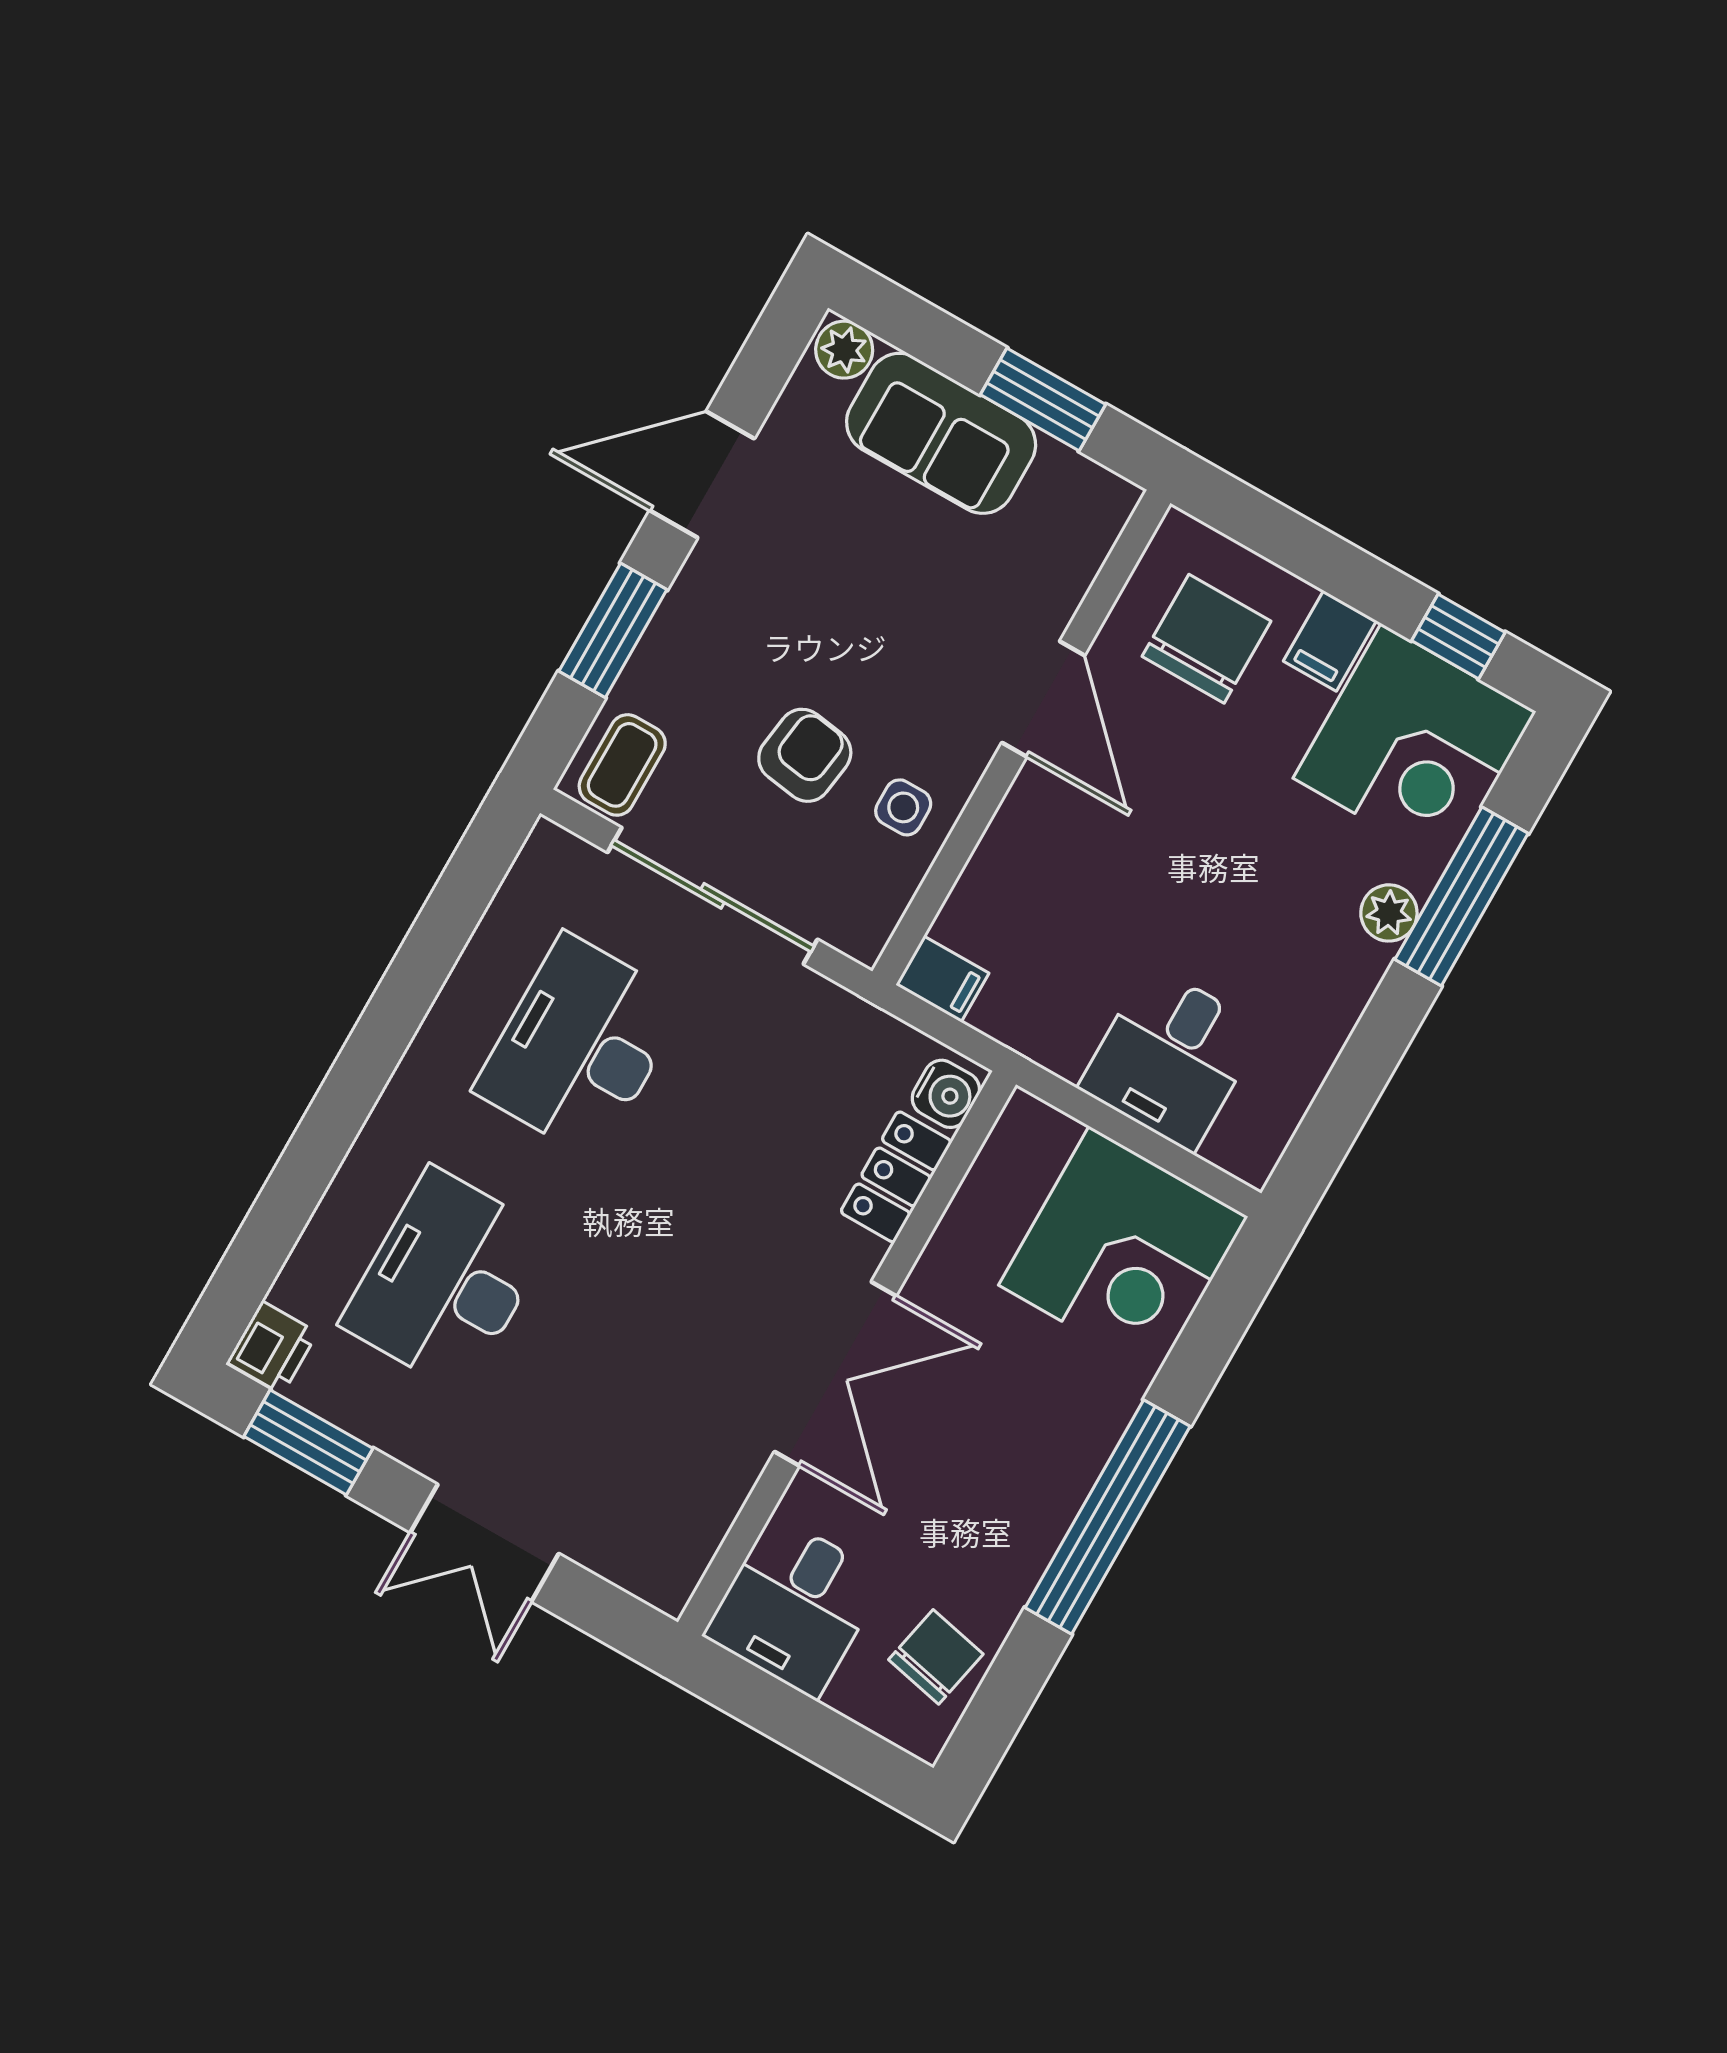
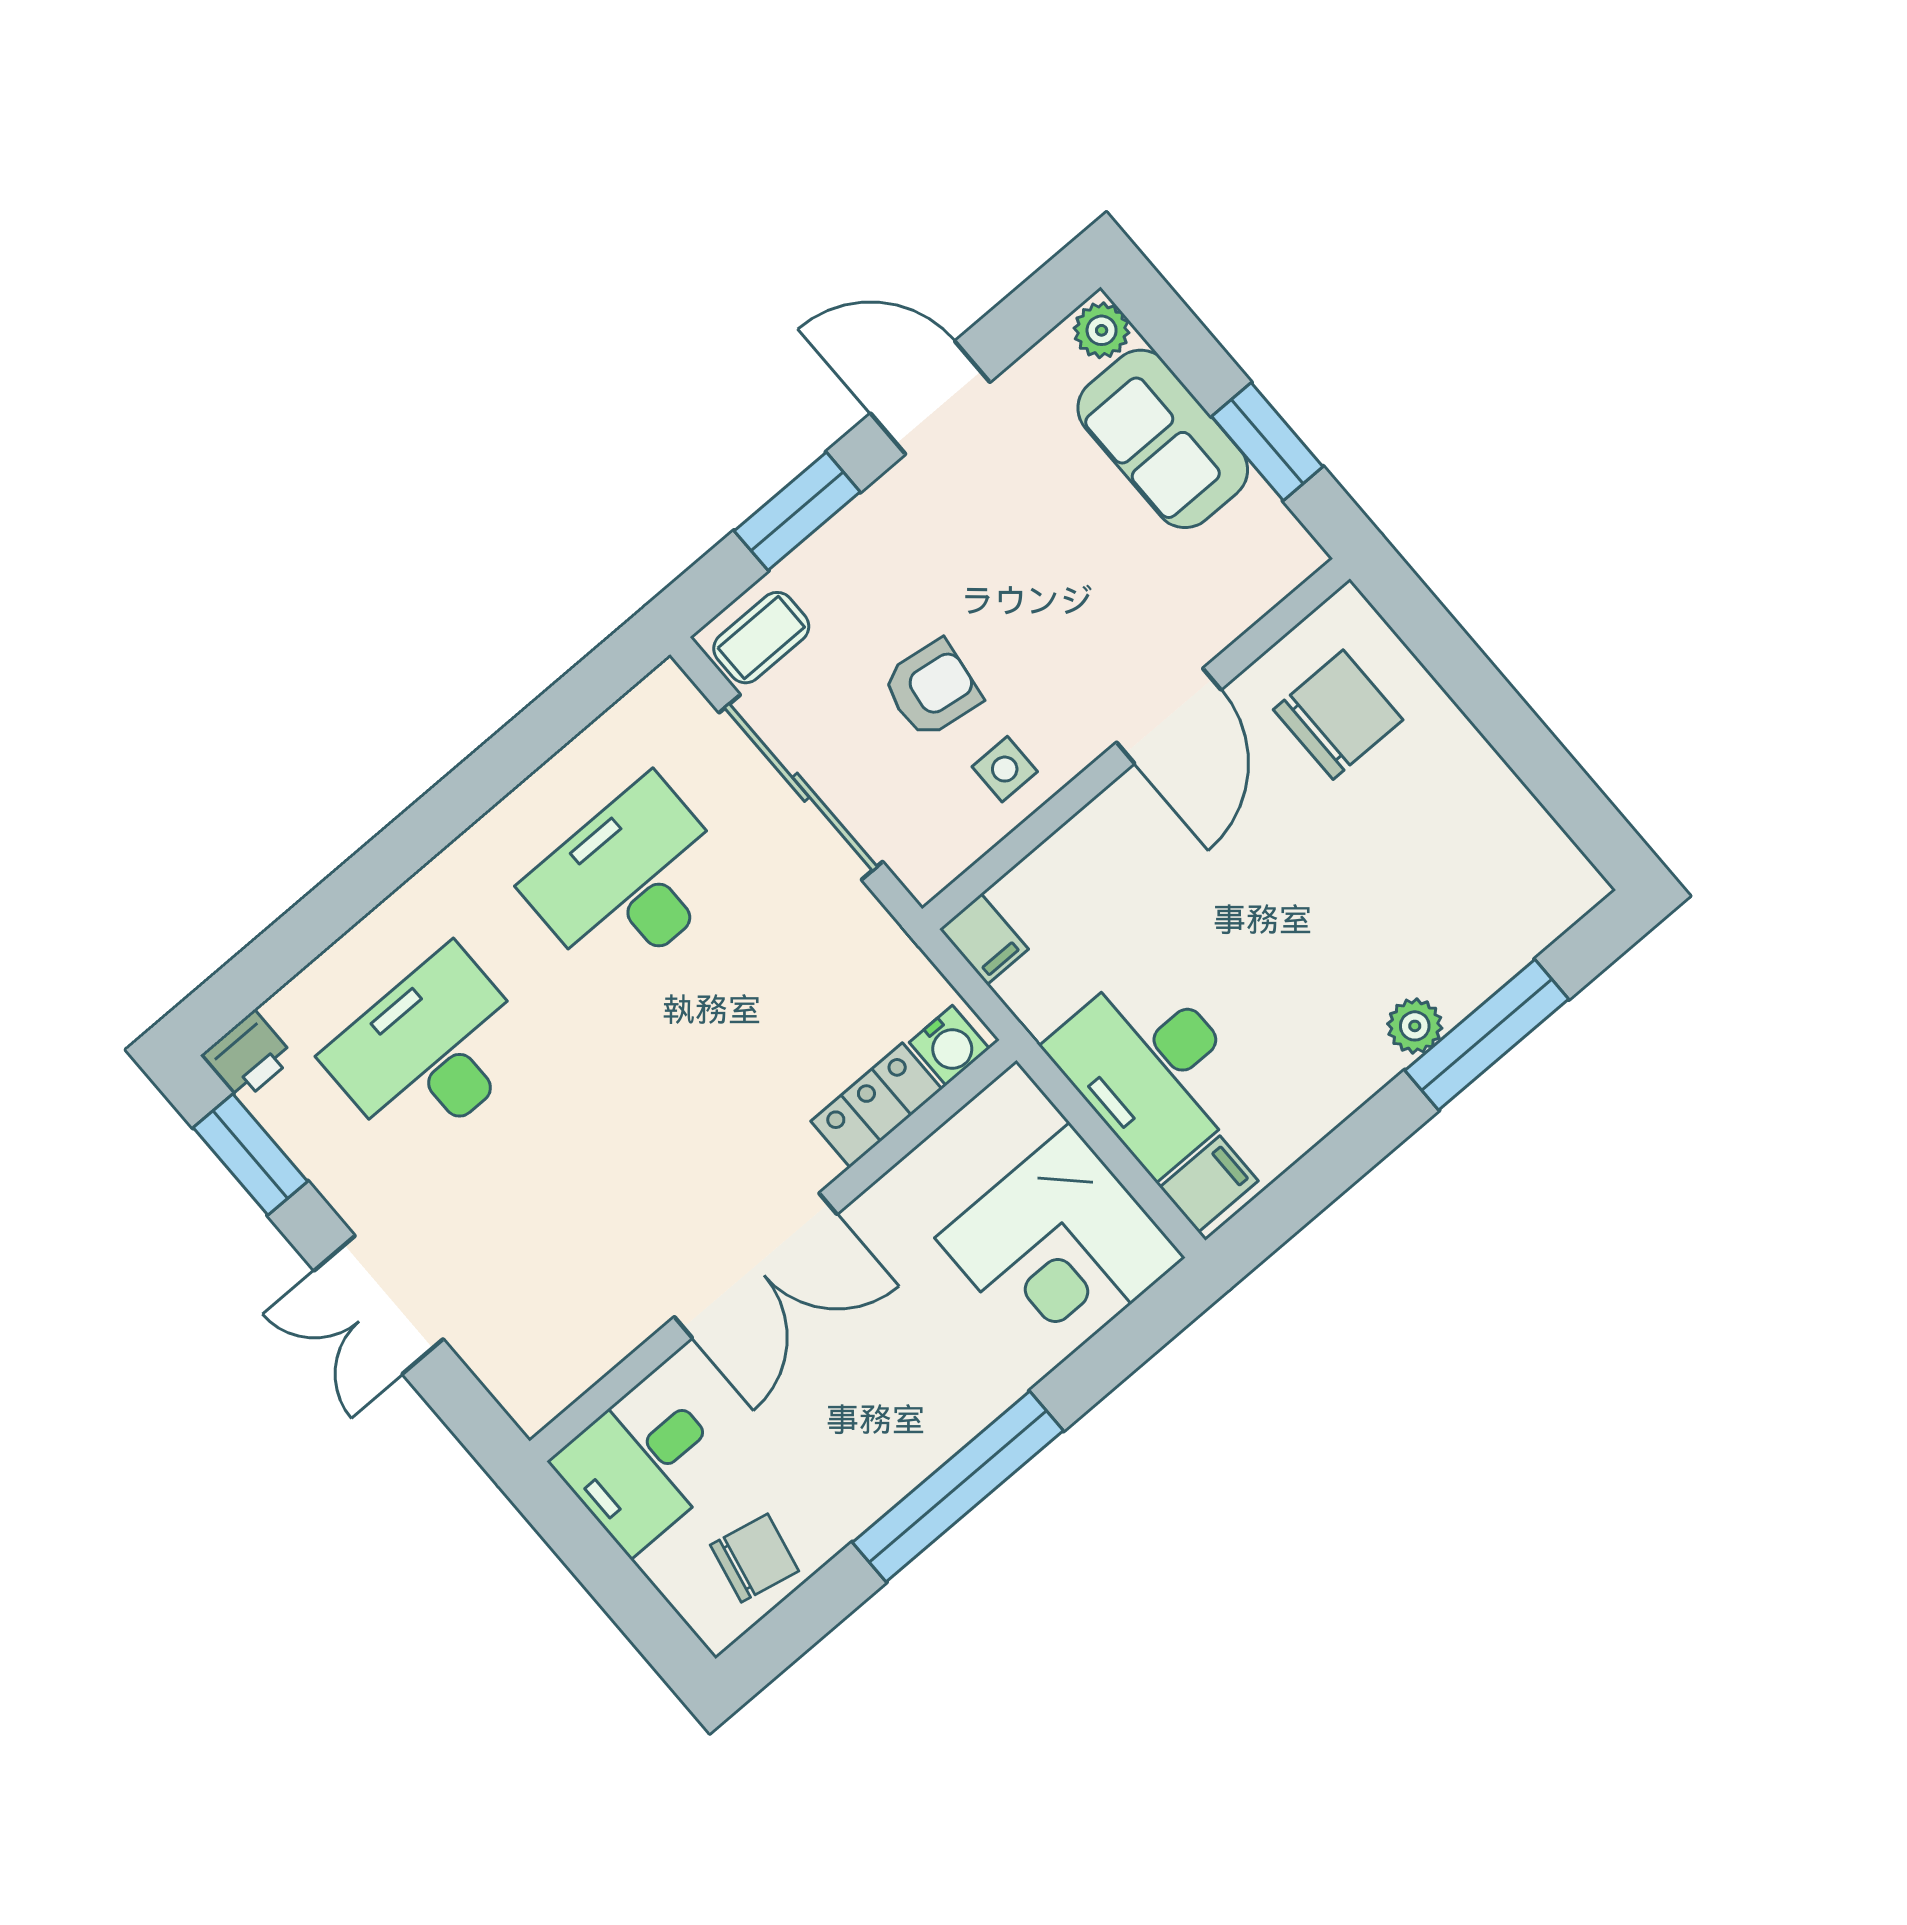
window: (1458, 636) -> (1570, 796), removed
filing cabinet: (1330, 641) -> (1209, 1184), moved, turned 180
corner desk: (1415, 745) -> (1494, 880), removed
desk: (1171, 1058) -> (1151, 1068), width x1.37

